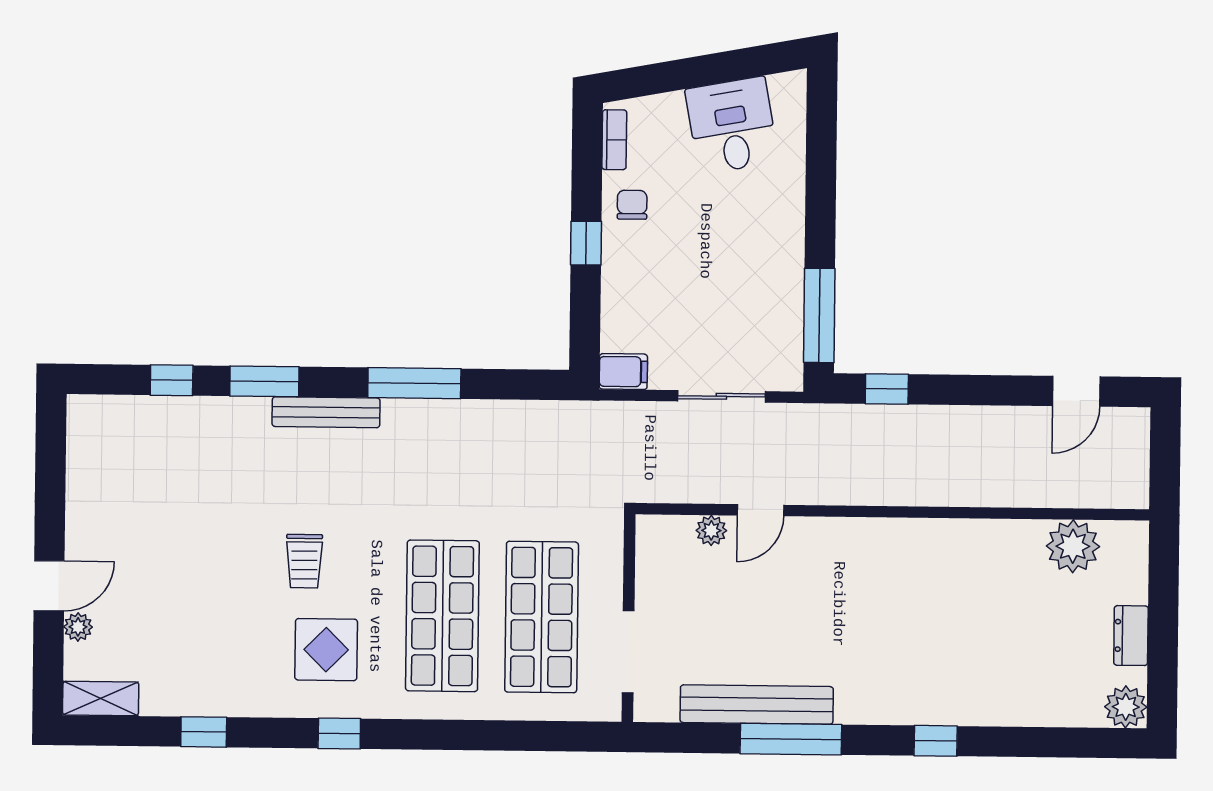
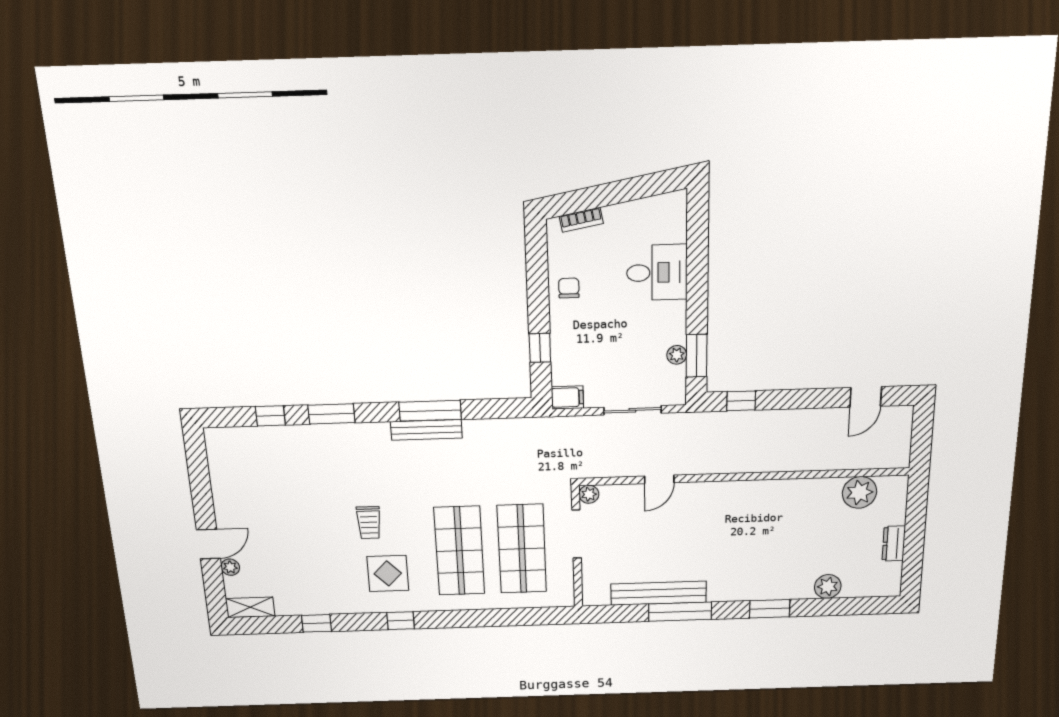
desk: (732, 125) -> (657, 273), moved, turned 100
bookcase: (614, 140) -> (581, 220), moved, turned 80
window: (586, 243) -> (540, 348), moved
plant: (790, 313) -> (677, 355), added
window: (819, 315) -> (697, 356), width x0.69
bench: (326, 412) -> (426, 430), moved
plant: (711, 530) -> (589, 494), moved
doorway: (628, 652) -> (577, 534), moved
plant: (1126, 707) -> (828, 587), moved
window: (936, 741) -> (770, 609), width x1.50

